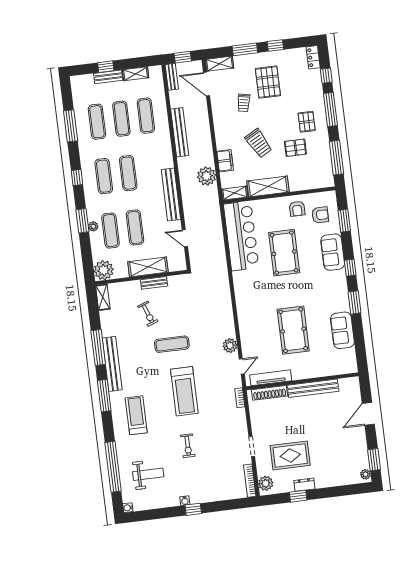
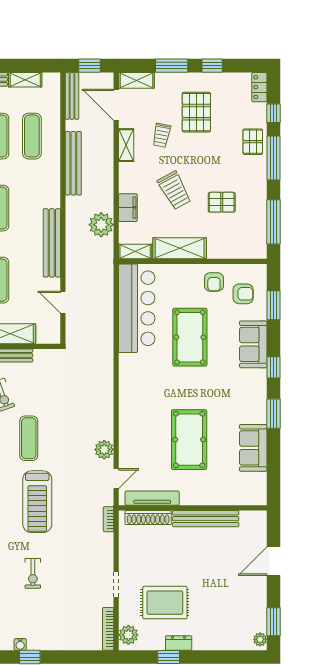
bench: (172, 77) -> (72, 96), width x1.36
shelving: (218, 114) -> (126, 145), added
pallet: (307, 122) -> (253, 142), moved
exercise mat: (172, 344) -> (29, 438), turned 90

